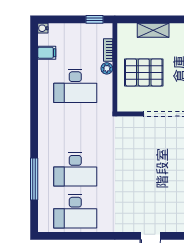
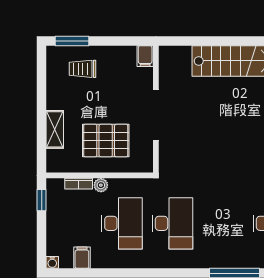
pallet: (144, 72) -> (106, 141), turned 90
desk: (75, 169) -> (172, 223), moved

